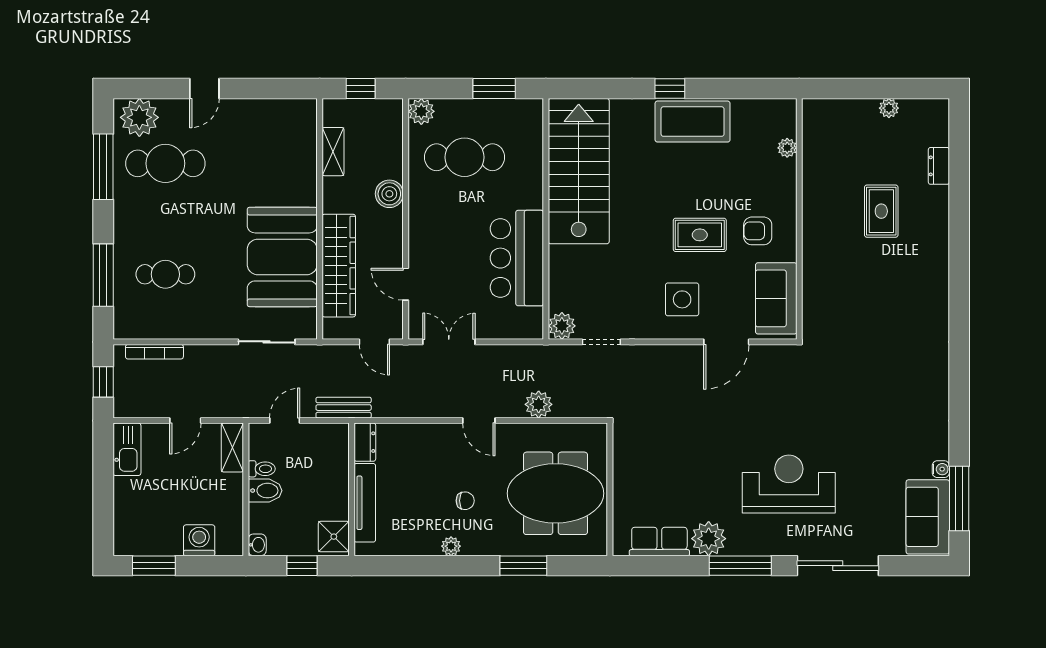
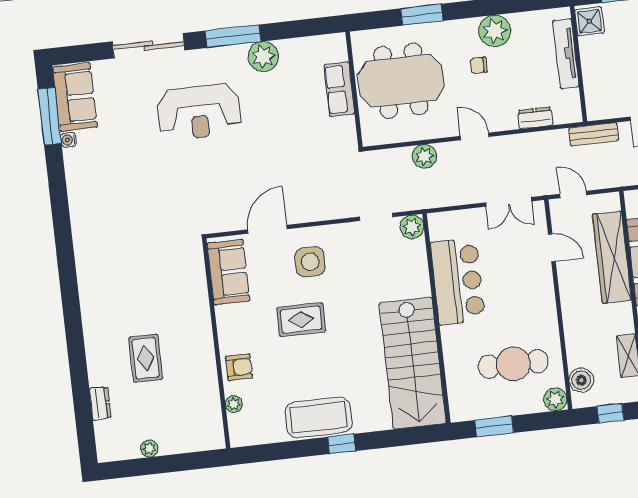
boiler: (389, 194) -> (581, 380), moved
armchair: (758, 231) -> (239, 367), moved
dresser: (365, 442) -> (535, 118), moved, turned 90
row of seats: (659, 541) -> (339, 89), moved, turned 90
plant: (451, 546) -> (495, 31), width x1.88, depth x1.88

